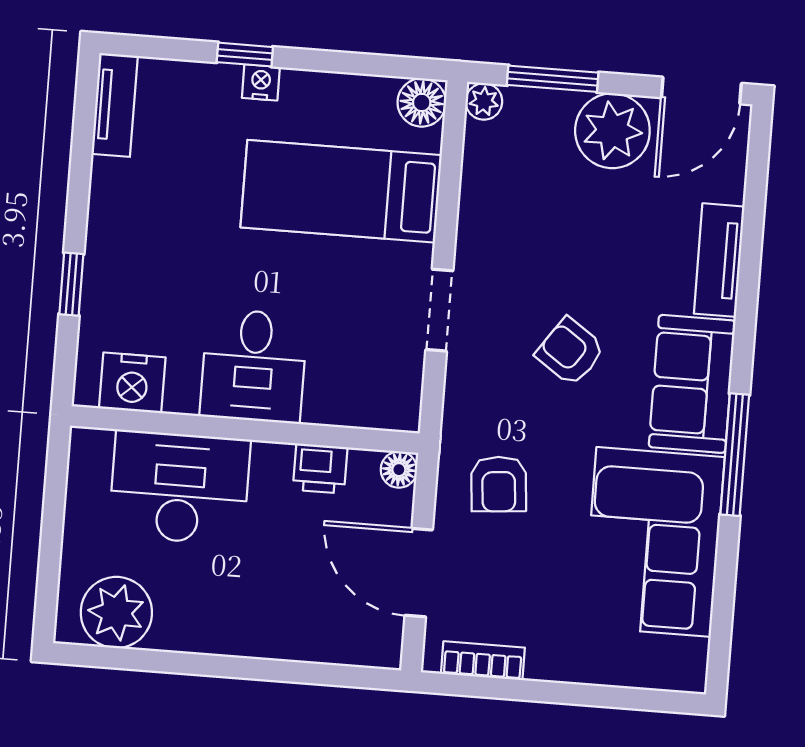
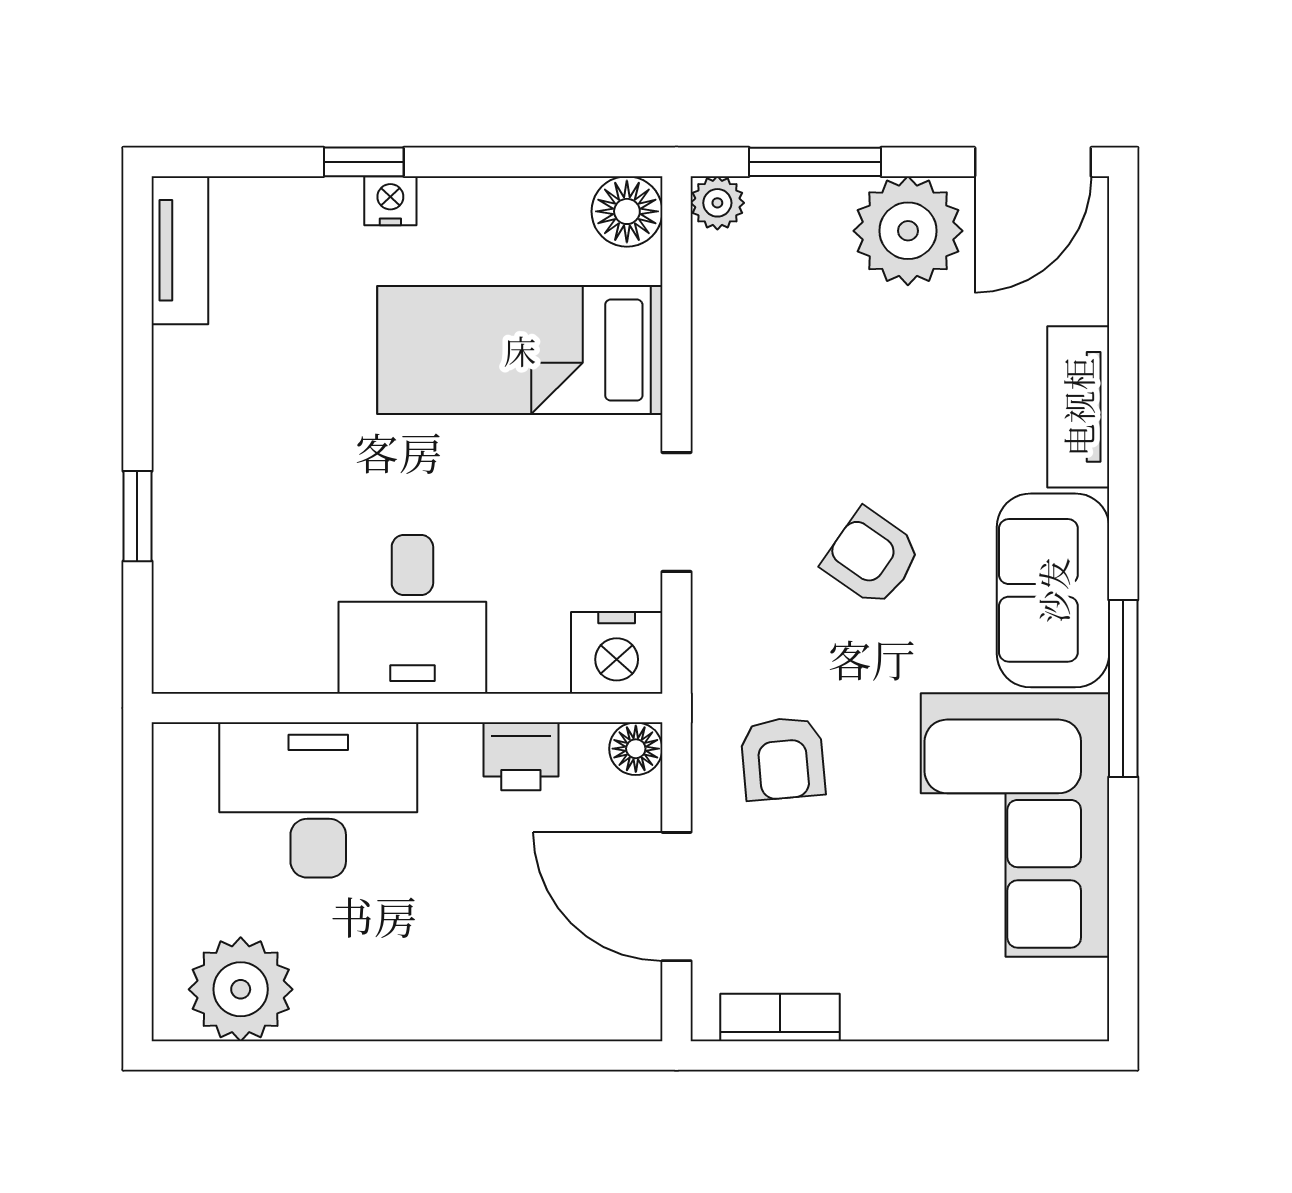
nightstand: (132, 383) -> (617, 653), moved

